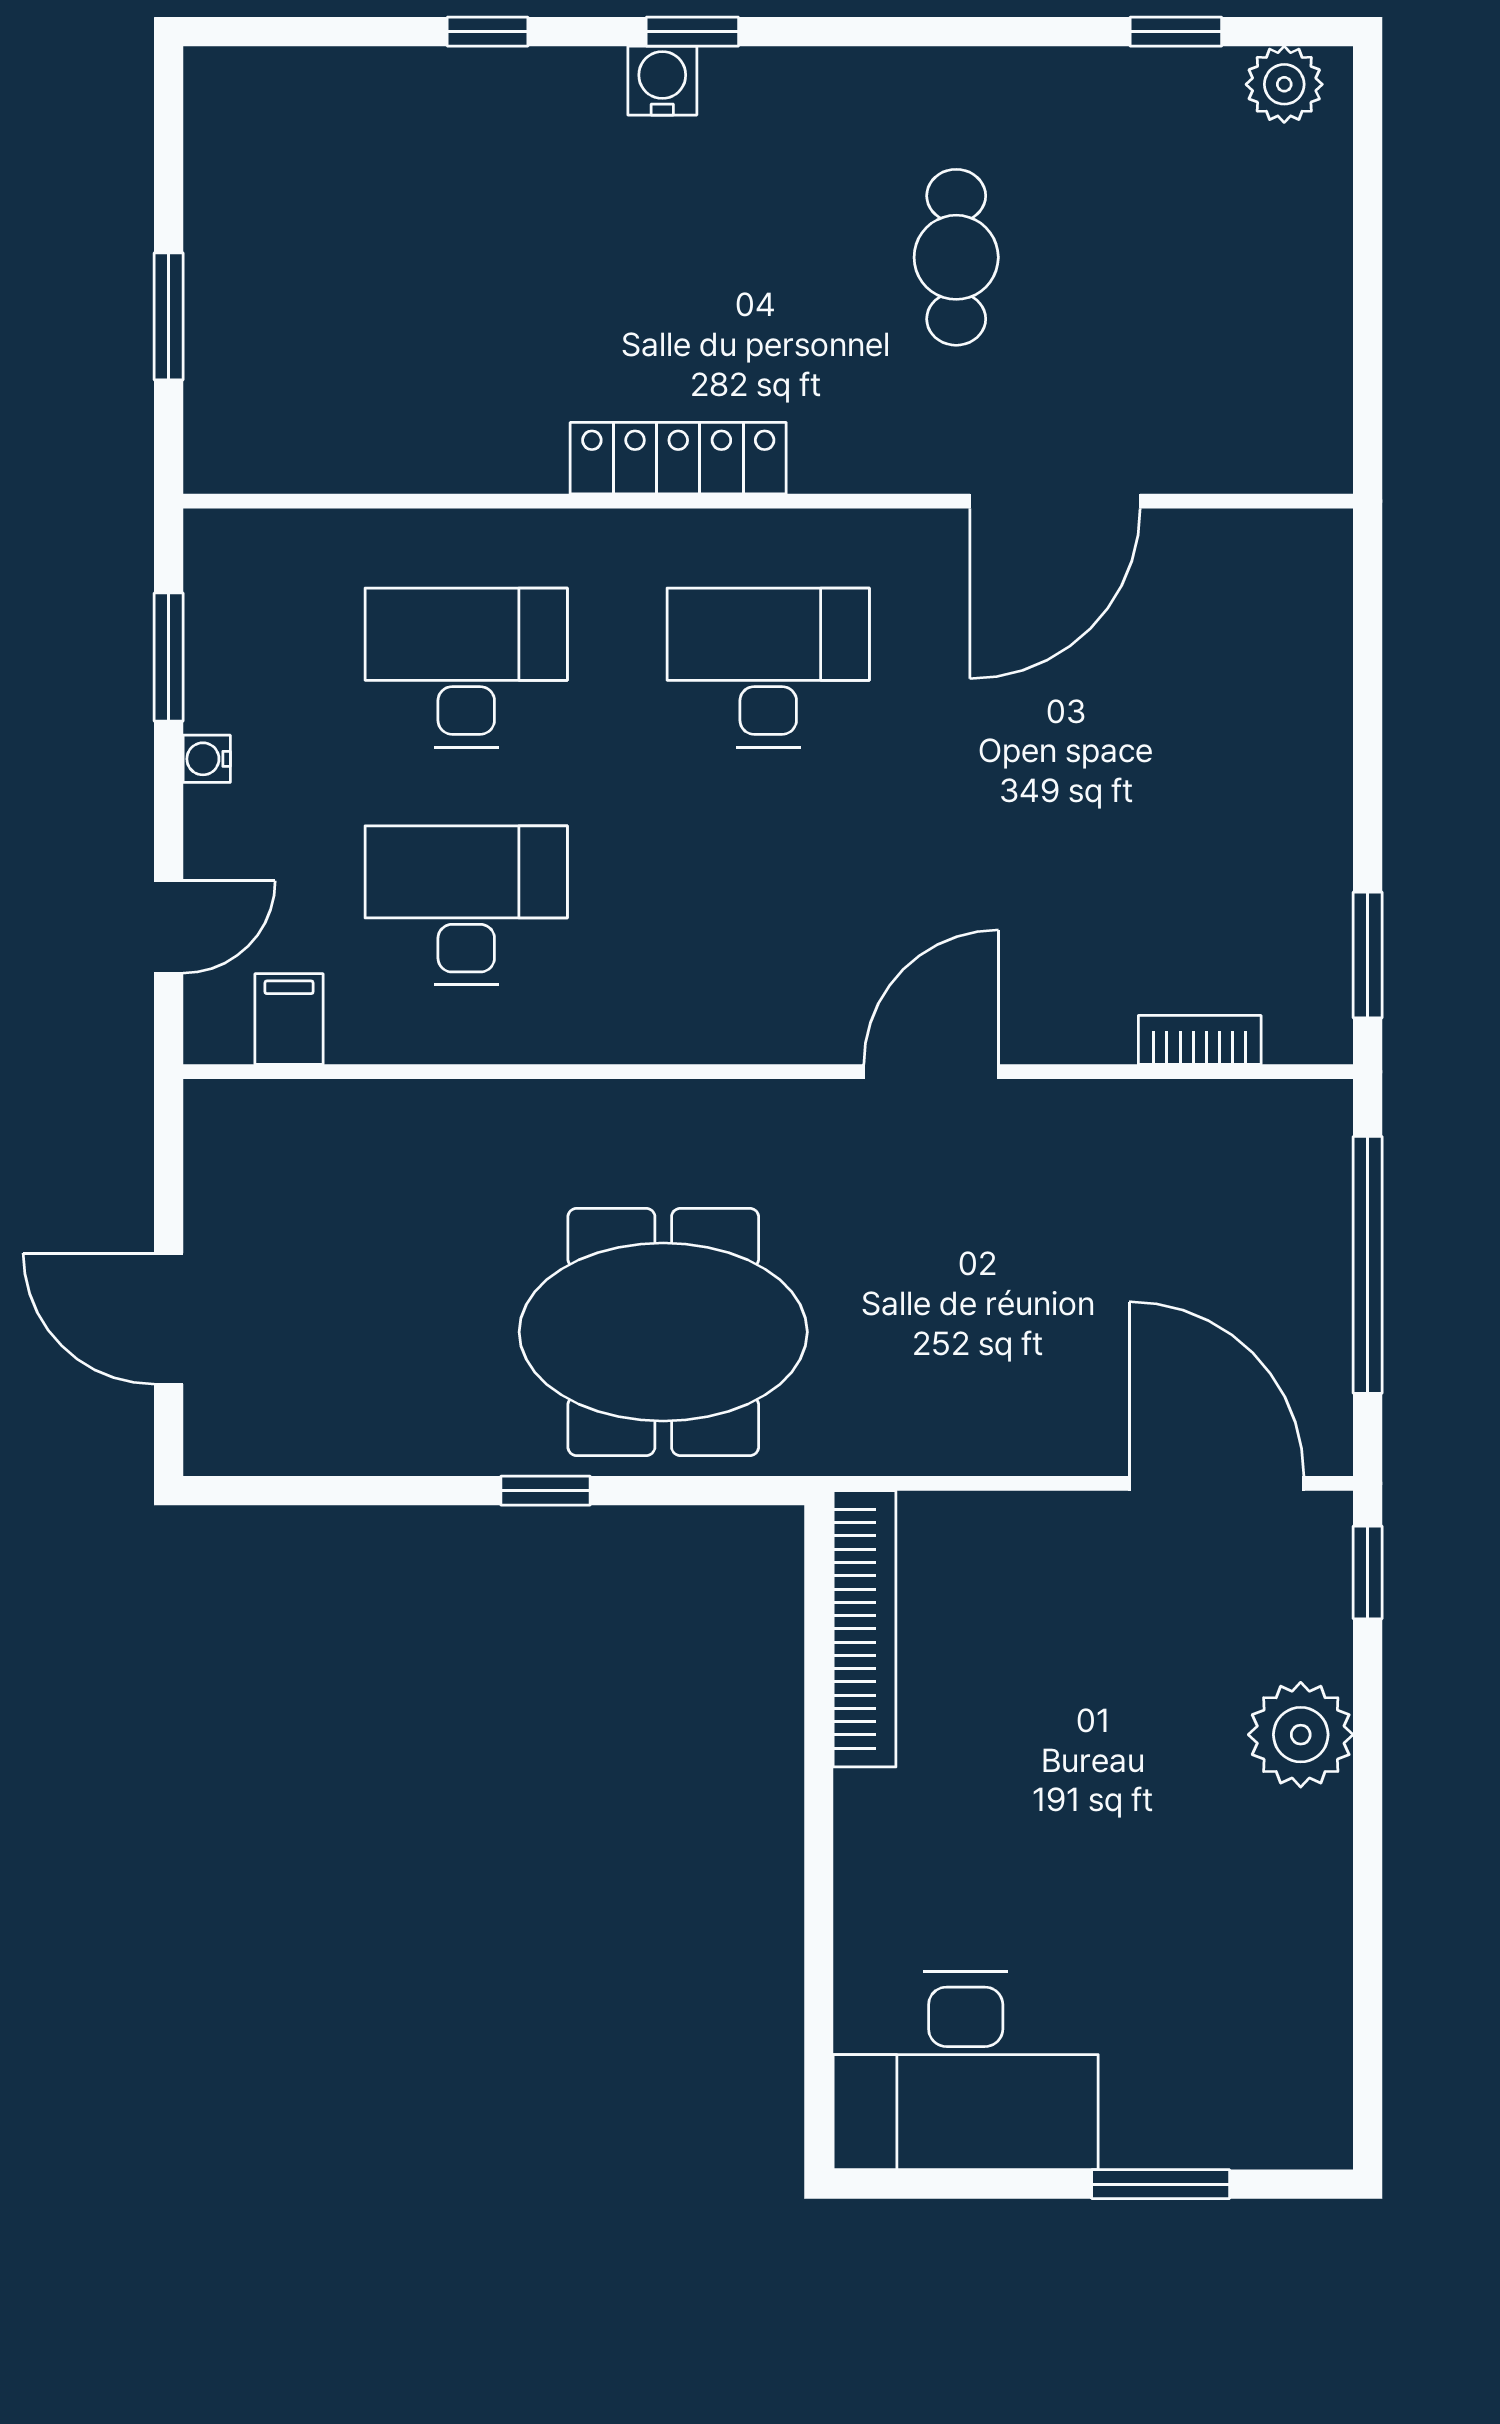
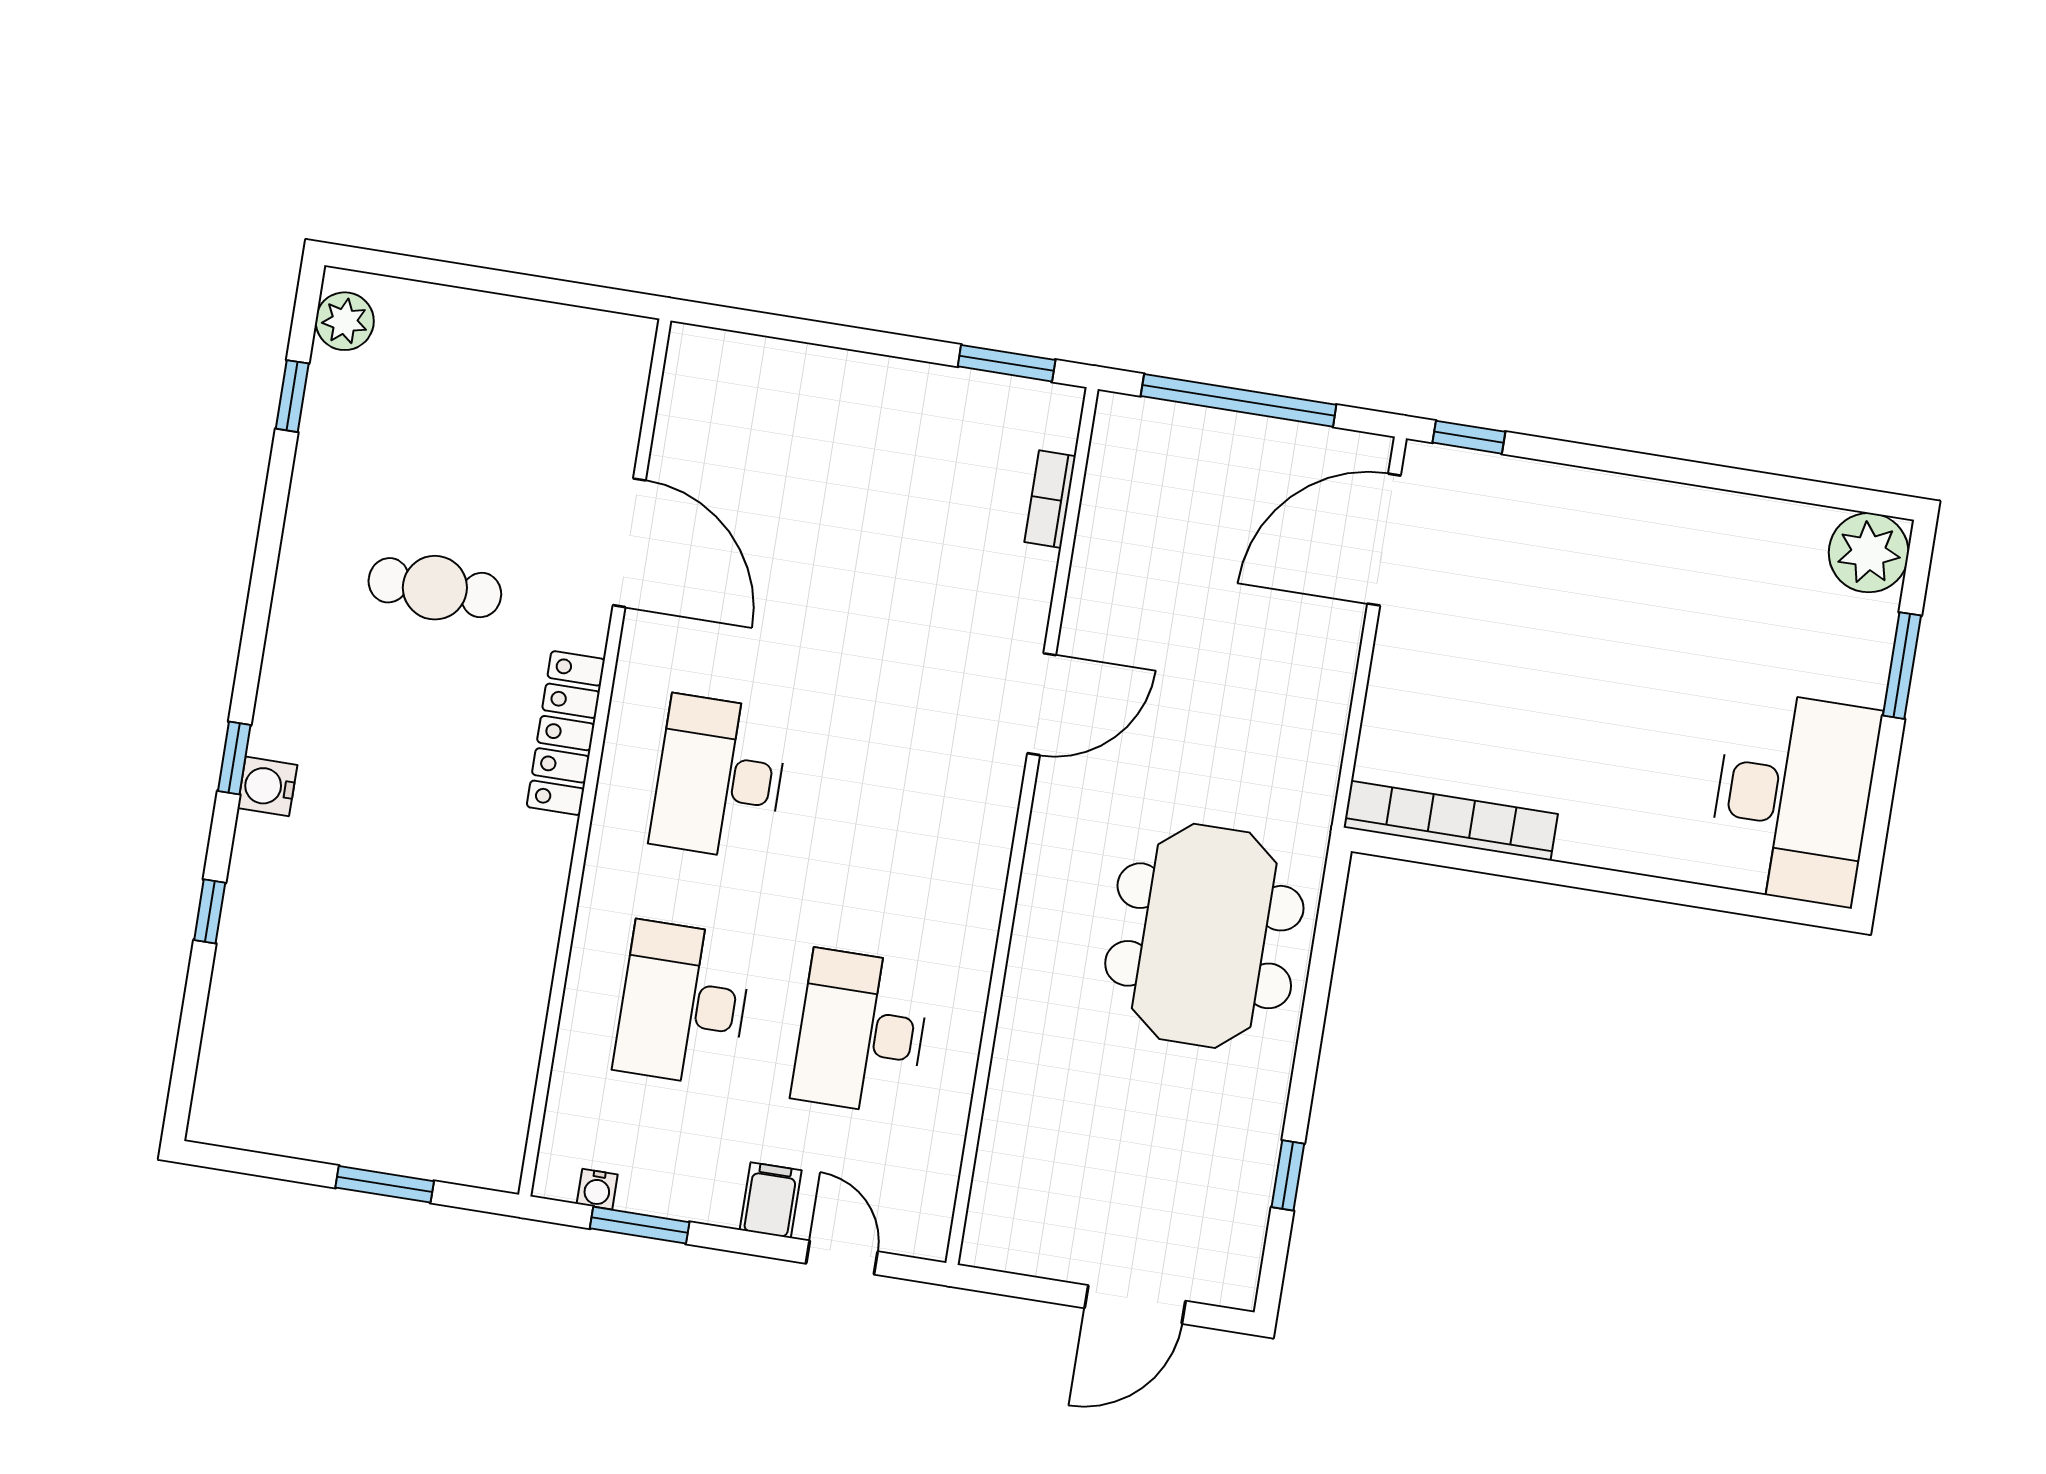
locker: (678, 458) -> (566, 733), moved
water cooler: (207, 759) -> (597, 1189), moved
filing cabinet: (289, 1019) -> (771, 1200), moved, turned 90
door: (931, 1072) -> (1042, 704), swing flipped
window: (545, 1491) -> (1288, 1175), moved
plant: (1301, 1735) -> (1869, 553), moved

